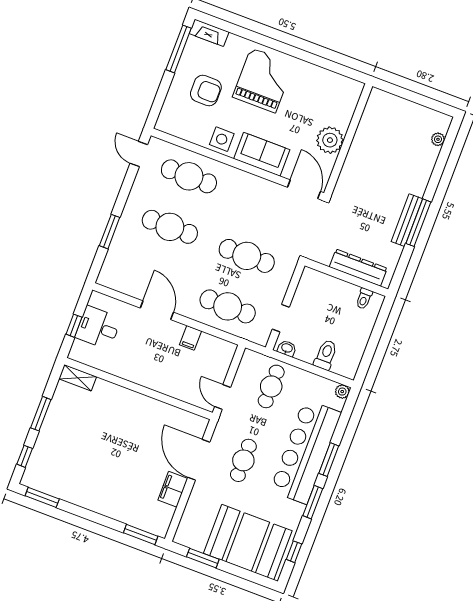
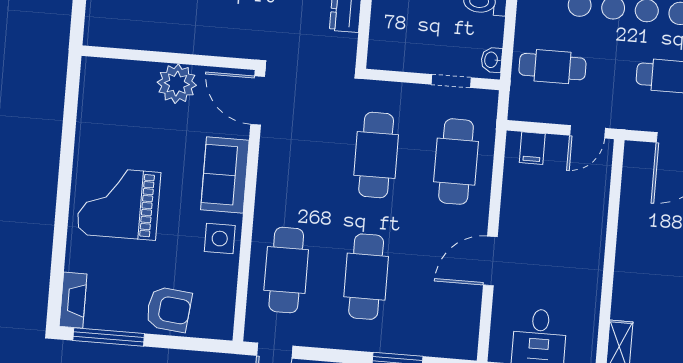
armchair: (206, 91) -> (169, 309), moved, turned 96
door: (304, 189) -> (258, 101), hinge flipped
filing cabinet: (191, 338) -> (532, 148), moved, turned 90

